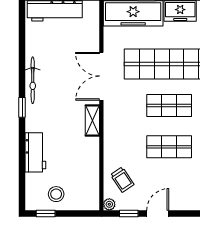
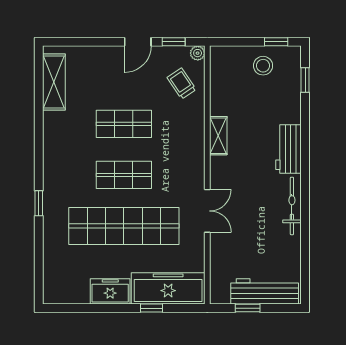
double door: (101, 76) -> (207, 211), width x0.73
window: (22, 107) -> (305, 80), moved
shelving: (92, 121) -> (218, 136), moved
workbench: (35, 152) -> (288, 149), moved

